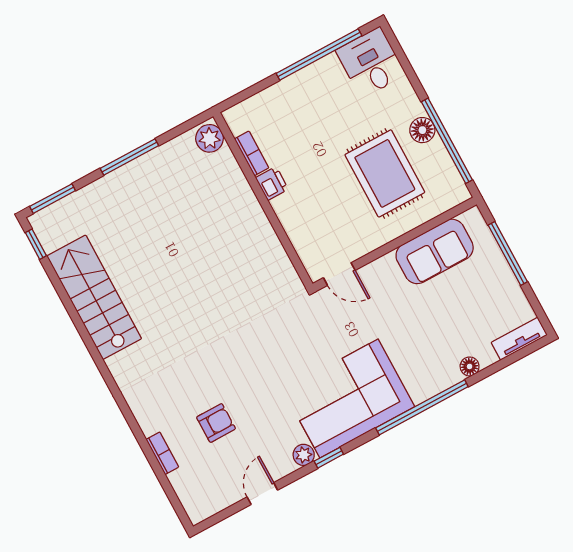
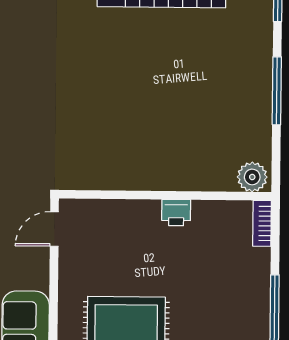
bookcase: (252, 153) -> (262, 223), moved, turned 90

